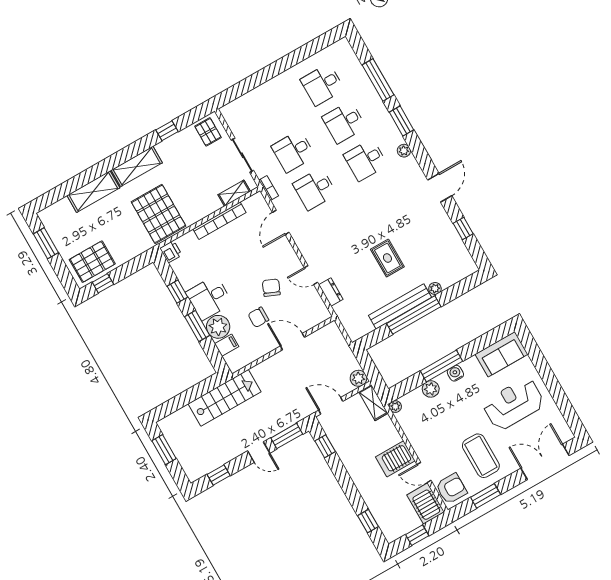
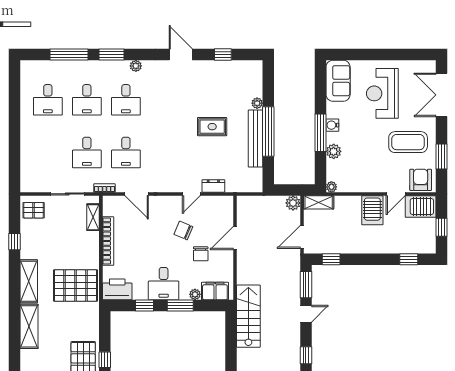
printer: (171, 252) -> (117, 289), width x1.87, depth x1.48
plant: (218, 327) -> (195, 294), width x0.53, depth x0.53
filing cabinet: (227, 345) -> (215, 291), width x2.00

